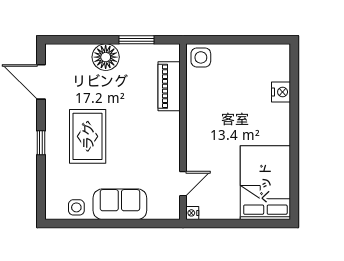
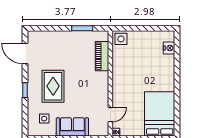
floor lamp: (106, 57) -> (64, 39), removed
nightstand: (281, 92) -> (169, 48), moved
side table: (76, 207) -> (44, 119), moved

